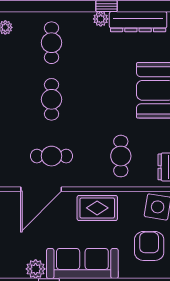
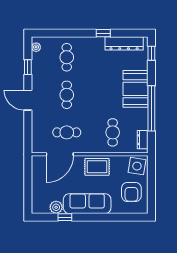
plant: (101, 19) -> (99, 42), removed
armchair: (149, 246) -> (131, 192), turned 180

